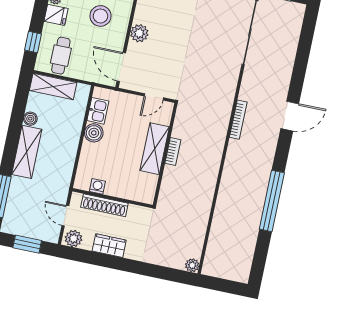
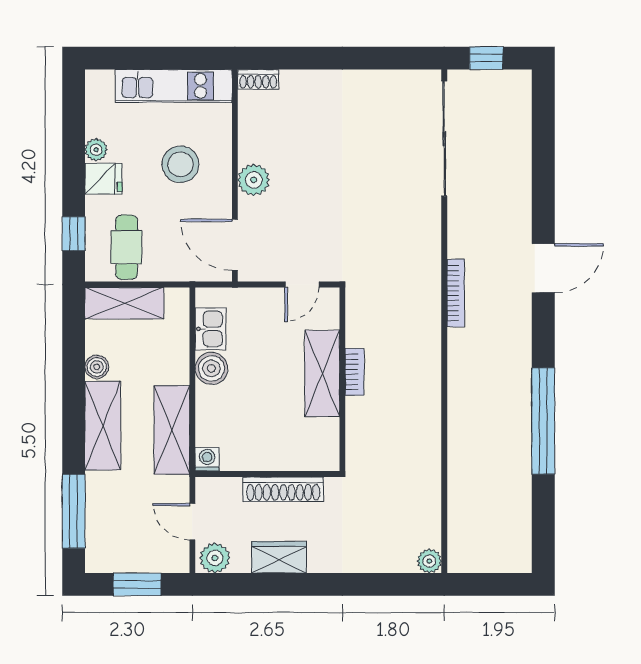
shelving: (65, 162) -> (172, 430), added
washing machine: (97, 186) -> (207, 459), moved
shoe rack: (104, 205) -> (283, 489), moved

